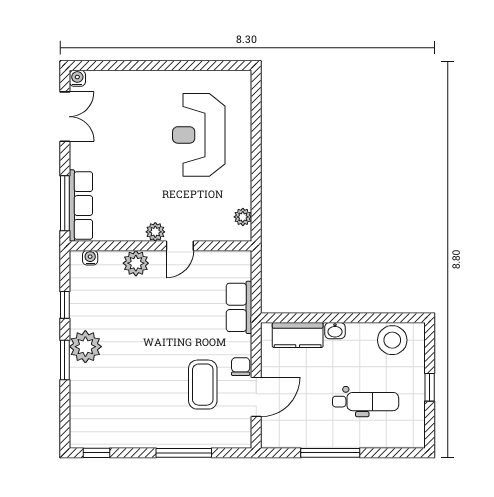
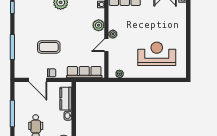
door: (180, 246) -> (106, 45), hinge flipped
row of seats: (239, 307) -> (84, 72), width x1.48
coffee table: (203, 385) -> (49, 47), moved

